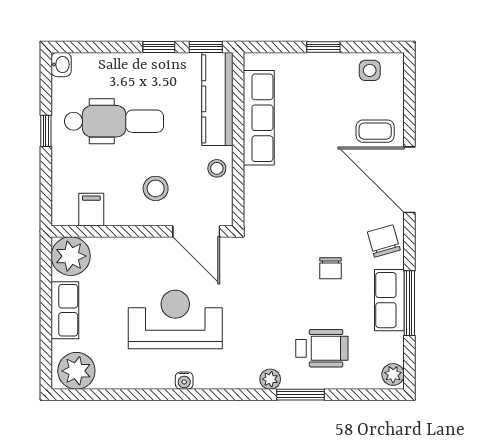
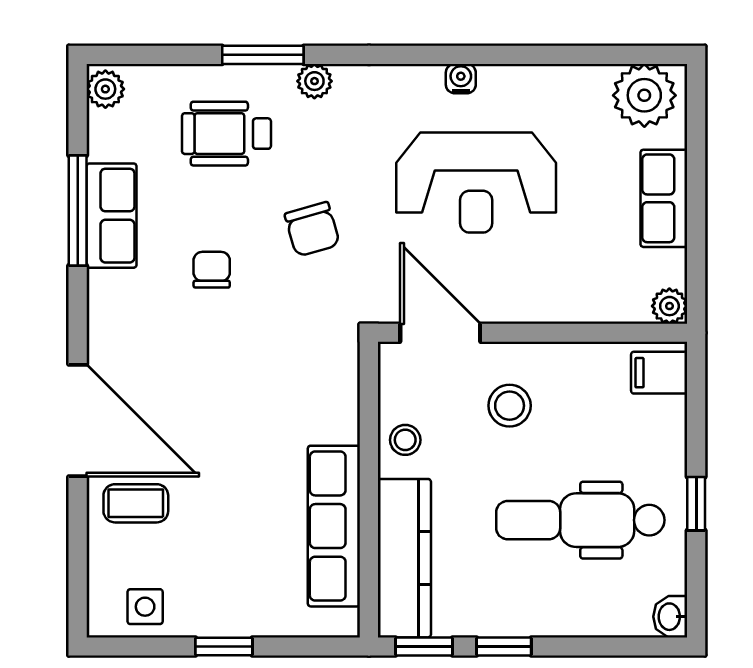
filing cabinet: (91, 210) -> (659, 373), moved, turned 90
chair: (384, 241) -> (312, 229), moved
plant: (71, 256) -> (669, 306), width x0.53, depth x0.53

